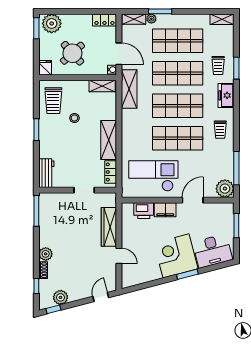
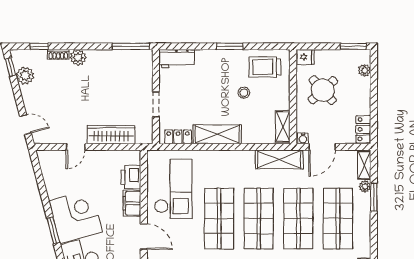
plant: (52, 23) -> (365, 70), width x0.53, depth x0.53

